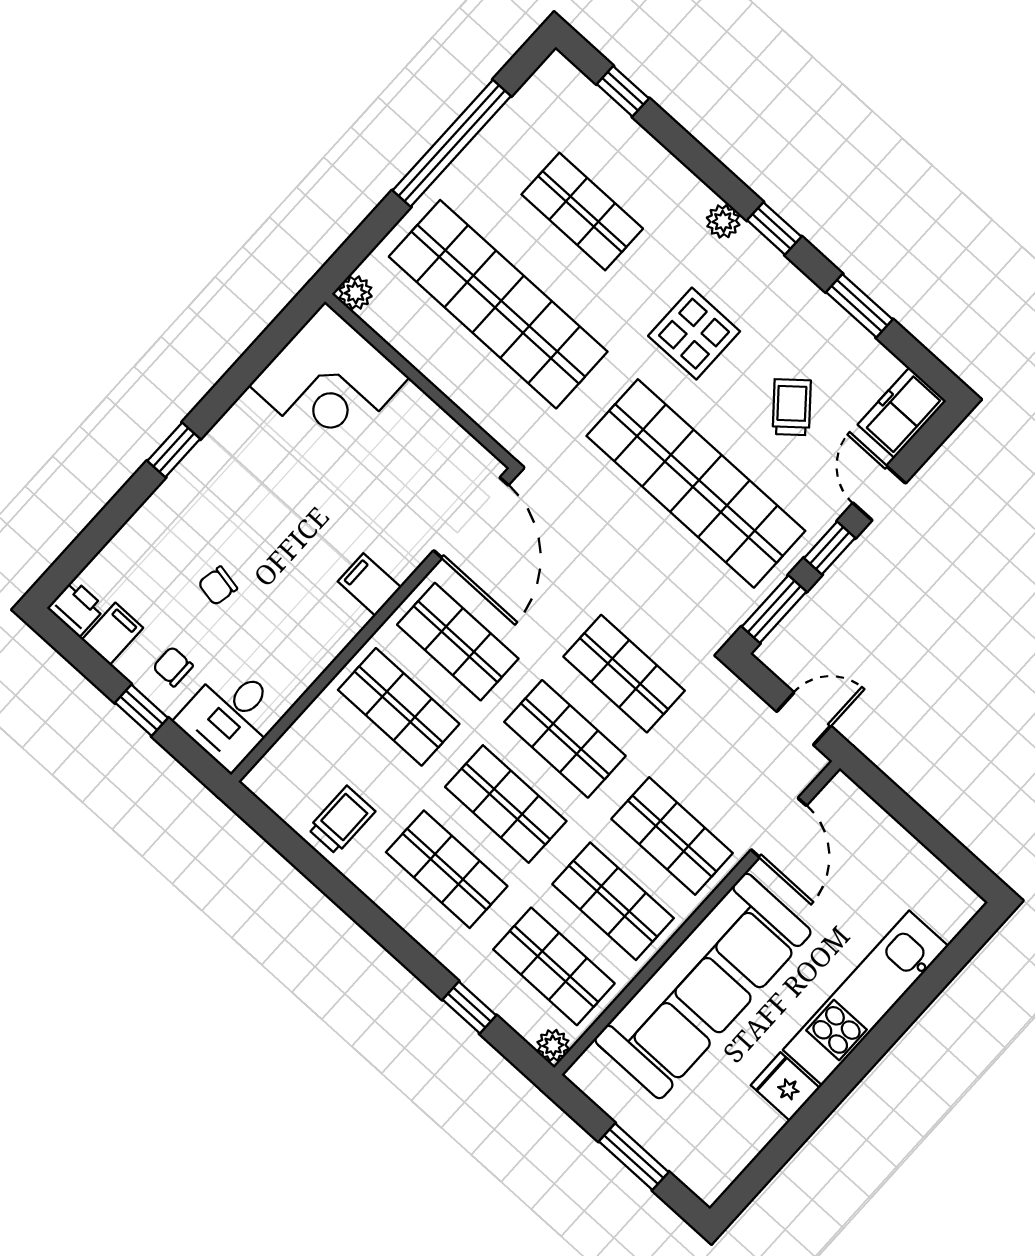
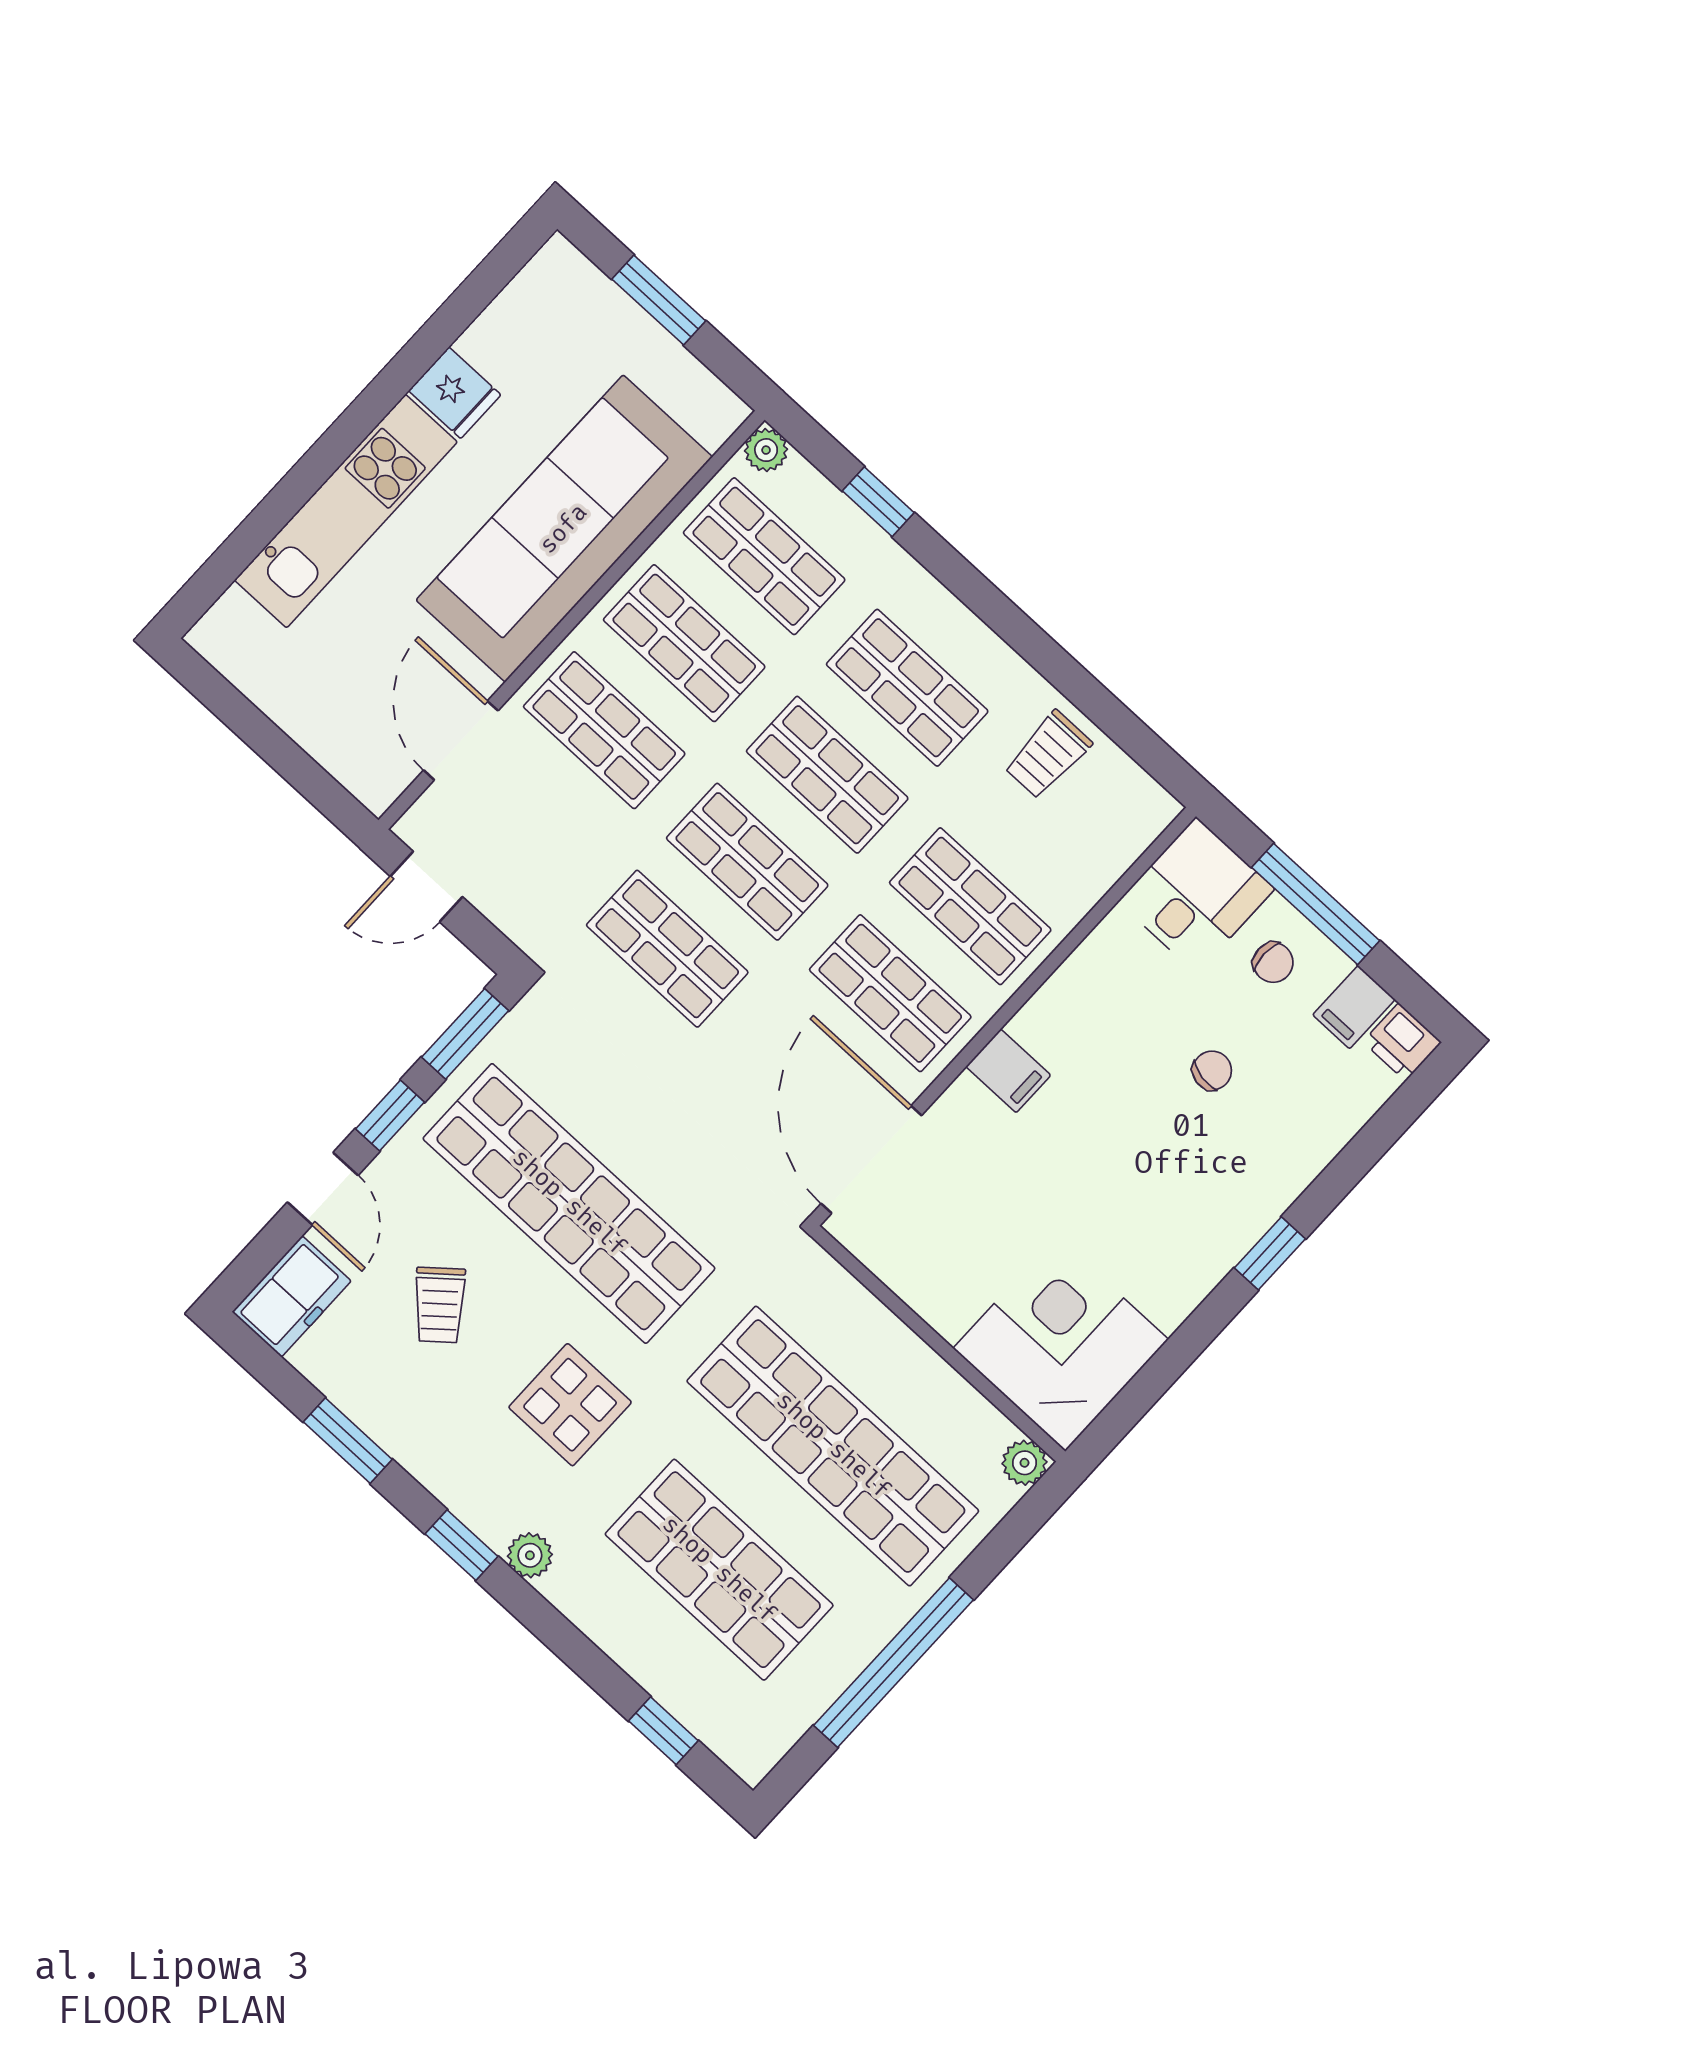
shop shelf: (582, 212) -> (719, 1570), width x1.43, depth x1.36
window: (142, 710) -> (1316, 904), width x2.17

